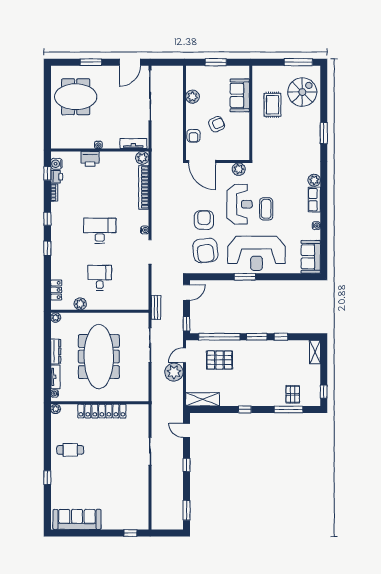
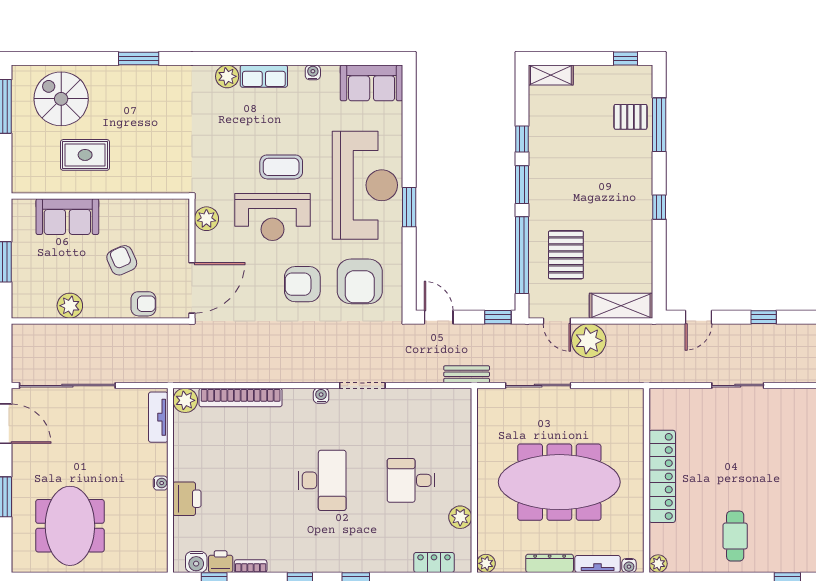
reception desk: (240, 204) -> (272, 217), turned 180
desk: (100, 231) -> (322, 480), turned 180
armchair: (205, 251) -> (360, 281), turned 96
shelving: (203, 399) -> (621, 306), moved, turned 90

